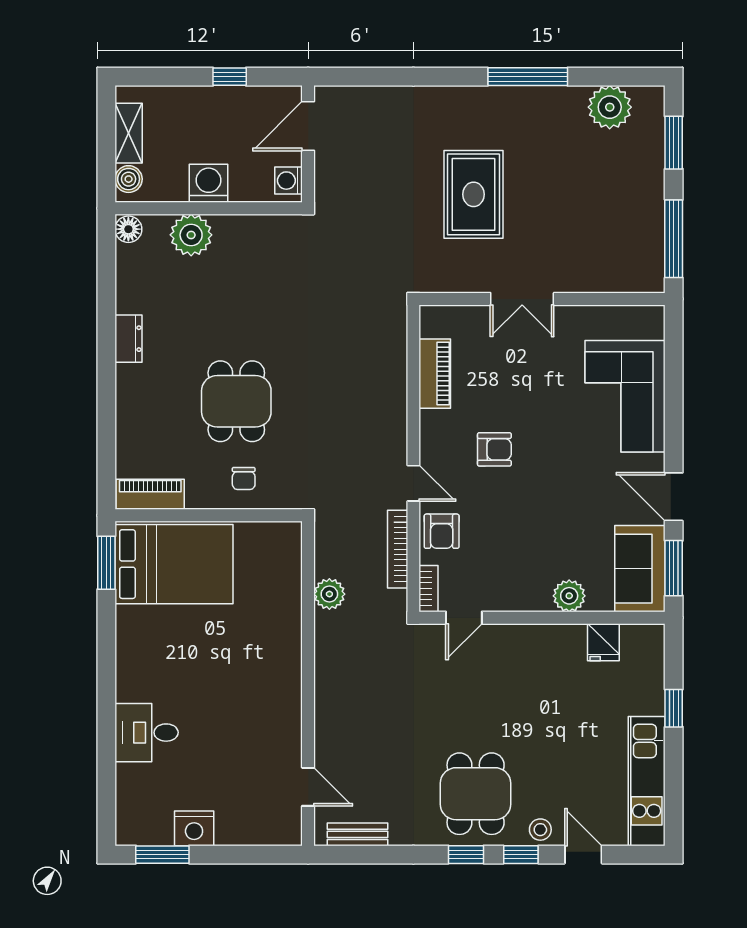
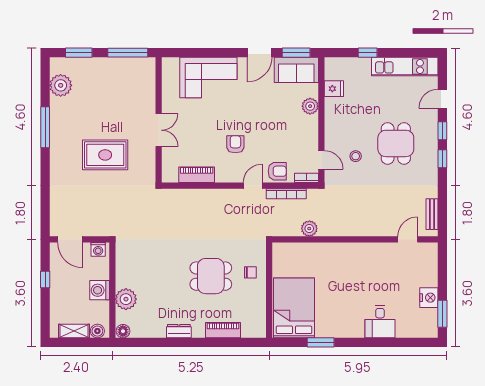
piano: (150, 494) -> (223, 330), moved, turned 90
window: (106, 563) -> (321, 342), moved
dining table: (476, 794) -> (396, 143), moved, turned 90
stool: (540, 830) -> (356, 156), moved

